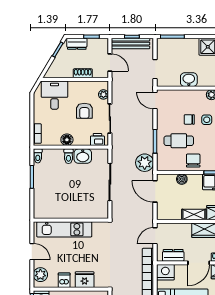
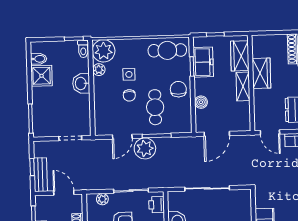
bench: (130, 44) -> (41, 175), width x0.73
door: (110, 62) -> (64, 193), hinge flipped
washbasin: (189, 80) -> (81, 83), moved
door: (155, 101) -> (122, 137), moved
chair: (193, 161) -> (178, 89), turned 90
plant: (145, 163) -> (145, 148), moved

